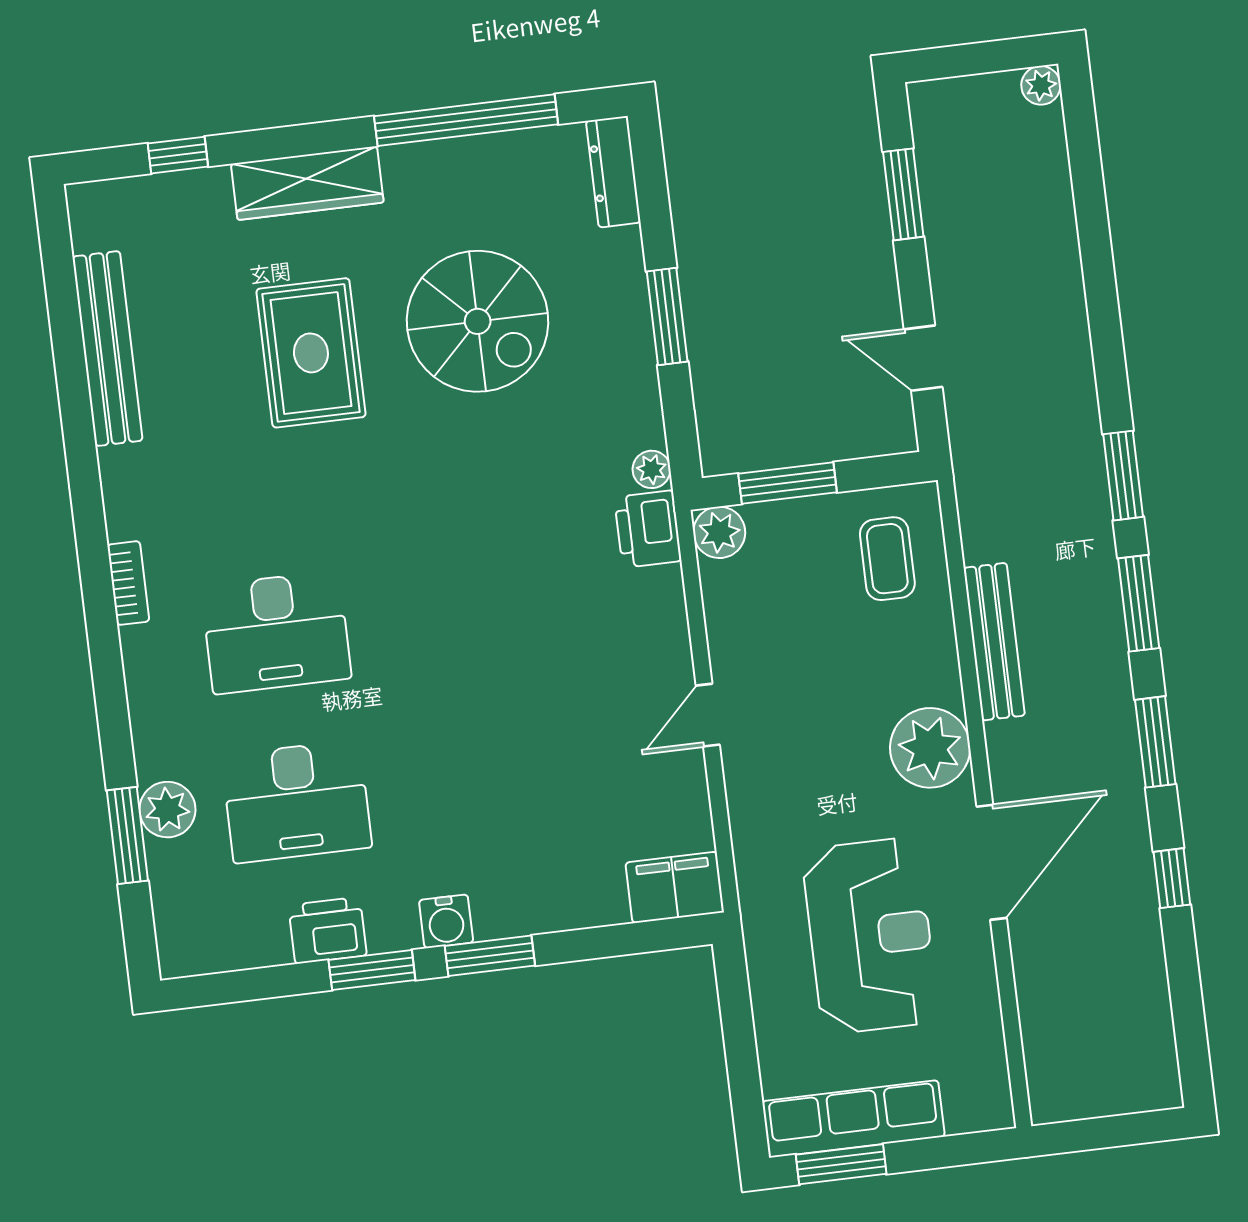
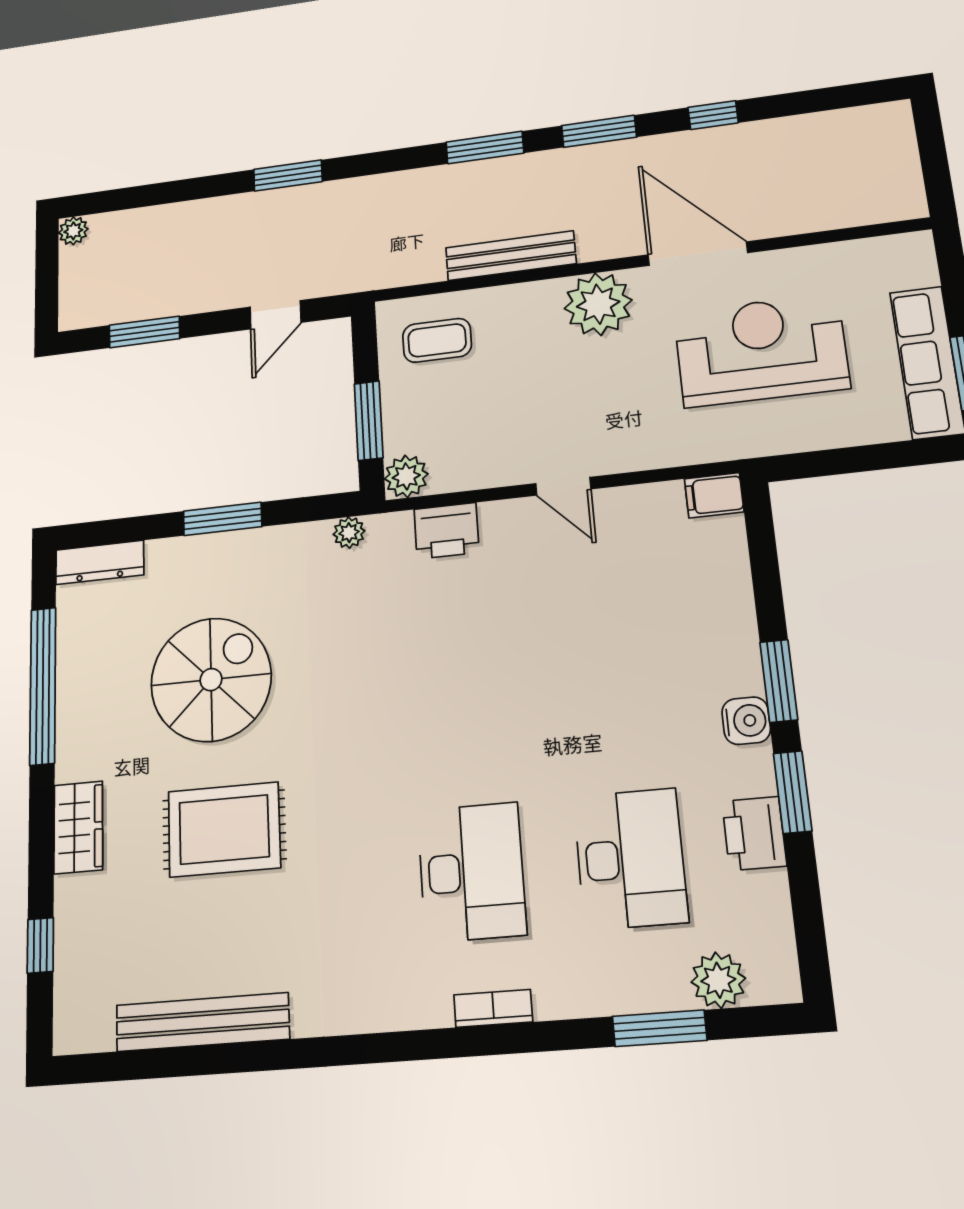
wardrobe: (307, 183) -> (78, 827), width x0.67
window: (1123, 476) -> (288, 175), moved
printer: (648, 529) -> (446, 531), moved
bookcase: (128, 583) -> (493, 1008), moved
plant: (167, 810) -> (718, 980), moved
filing cabinet: (675, 887) -> (714, 495), width x0.50

